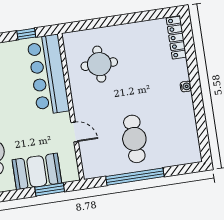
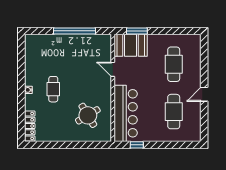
round table: (99, 64) -> (88, 115), turned -31
cafe table: (134, 139) -> (53, 89), moved, width x0.73, depth x0.74
booth: (37, 171) -> (131, 45), moved

